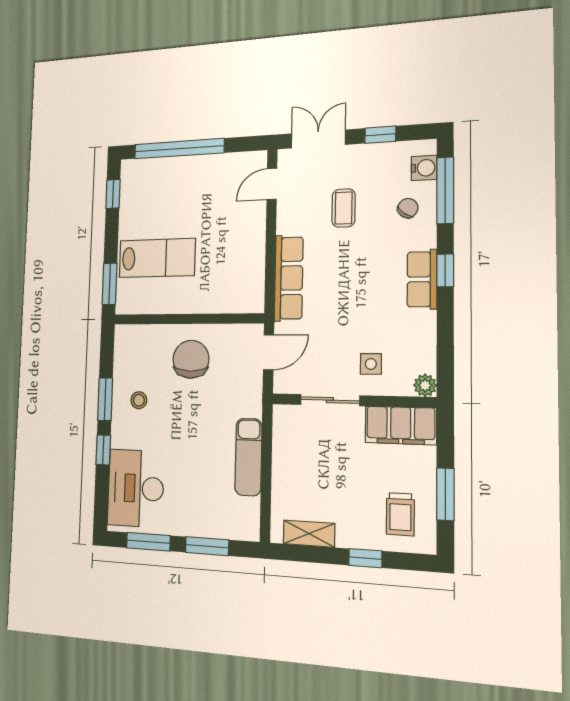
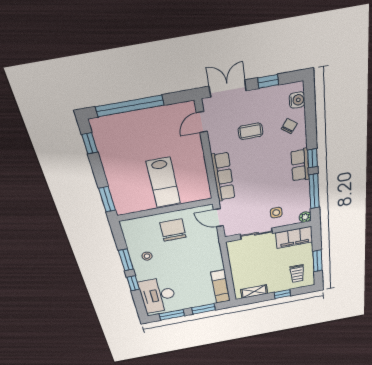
window: (445, 190) -> (314, 191), moved
coffee table: (344, 208) -> (250, 131), turned 90
lab bench: (157, 258) -> (163, 183), moved, turned 90
door: (269, 352) -> (218, 218), swing flipped
exam couch: (248, 457) -> (221, 287), moved

